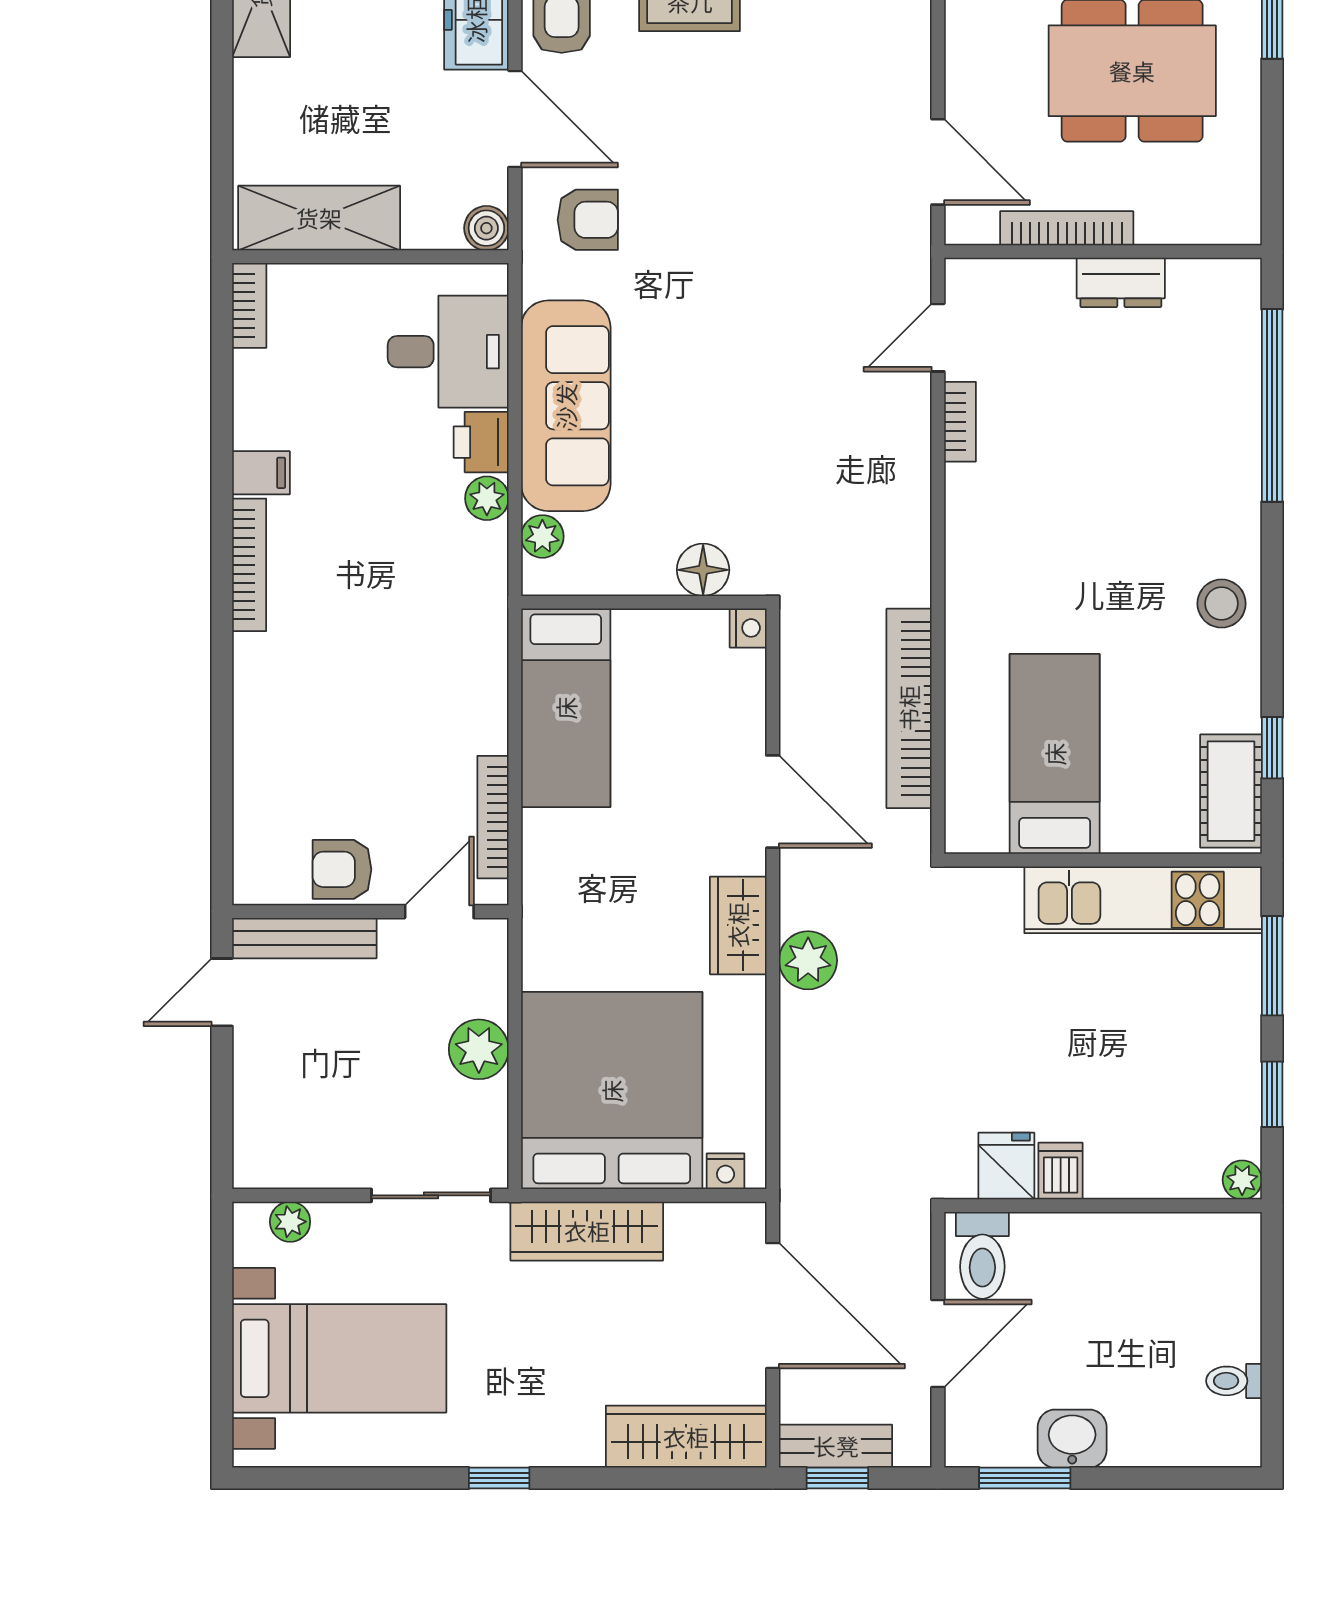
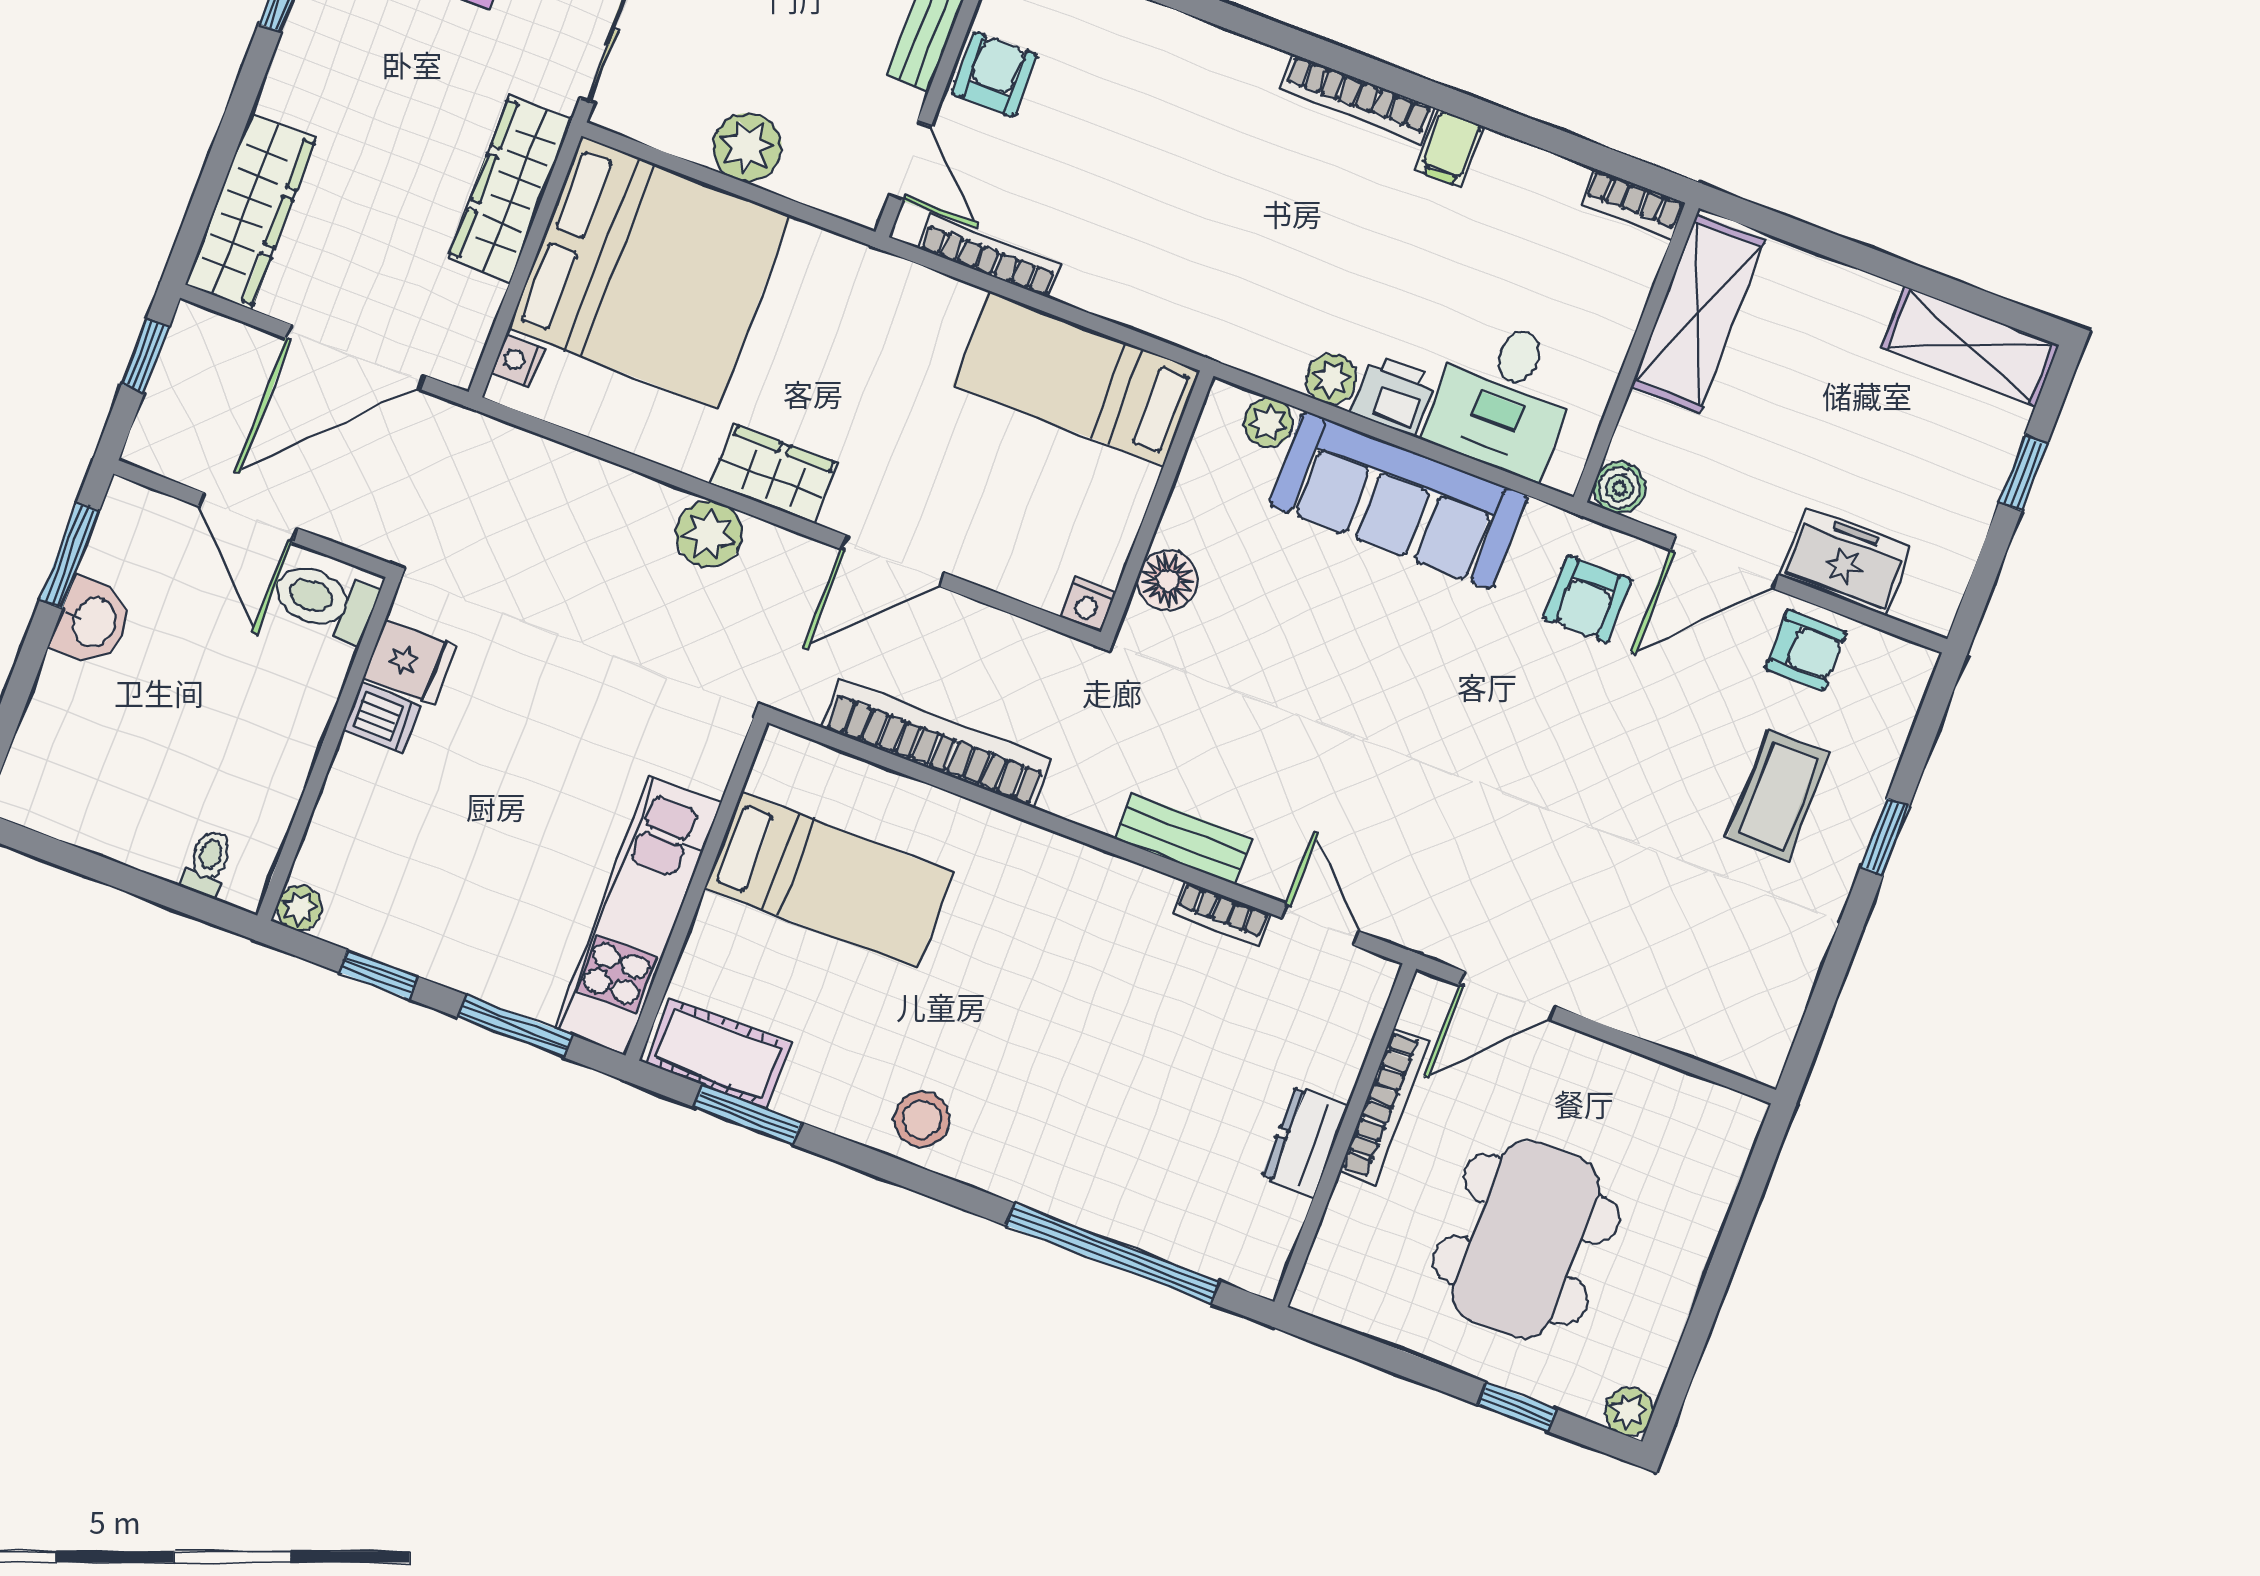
window: (1272, 748) -> (748, 1115), width x1.50
toilet: (1234, 1381) -> (208, 863), moved
bench: (836, 1446) -> (1183, 839), moved, turned 90

